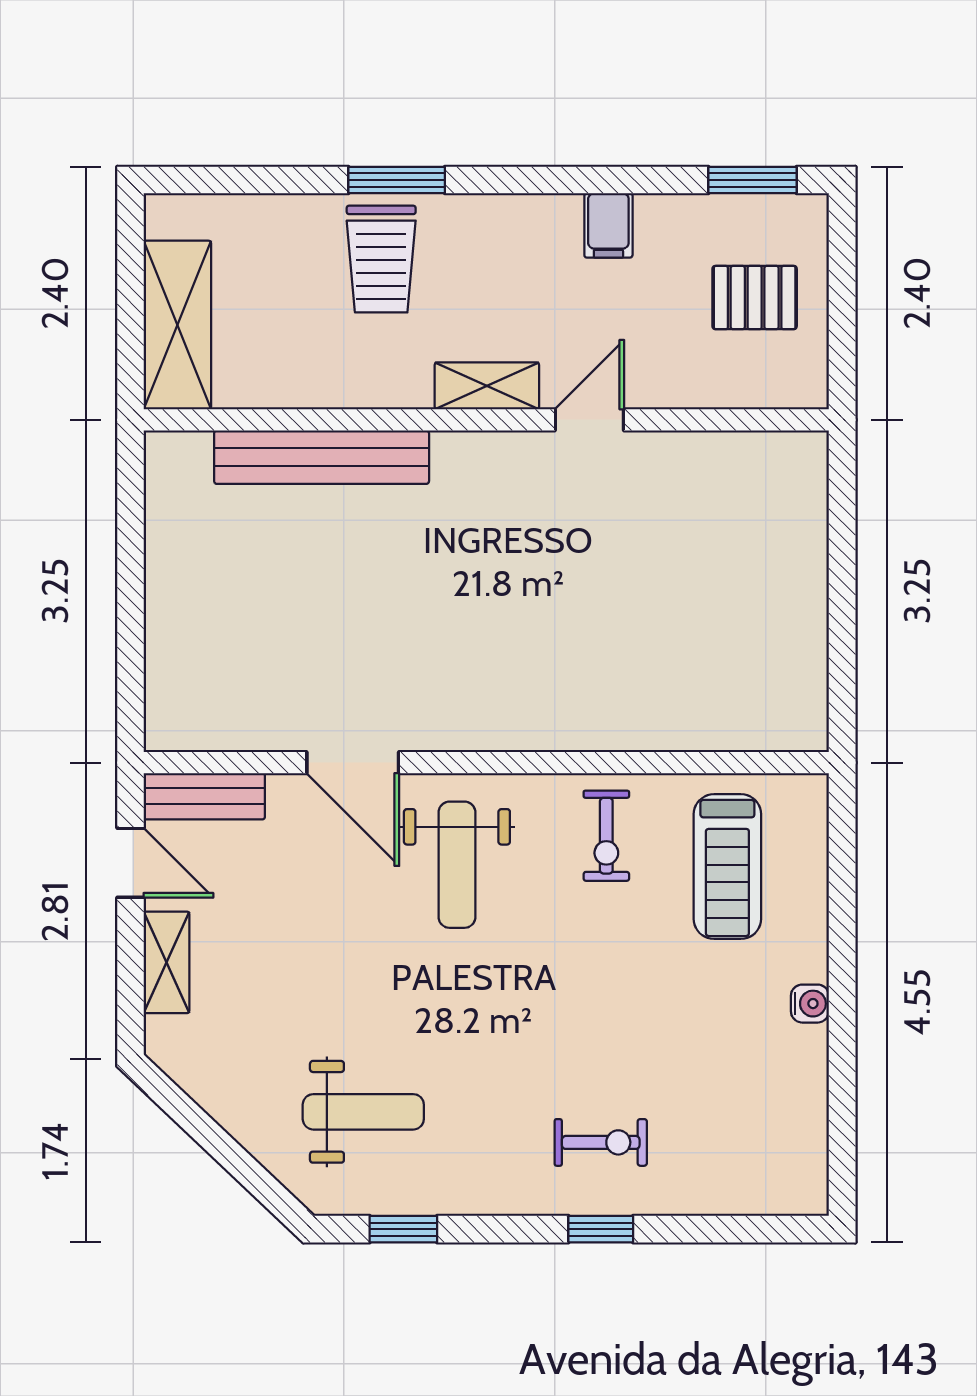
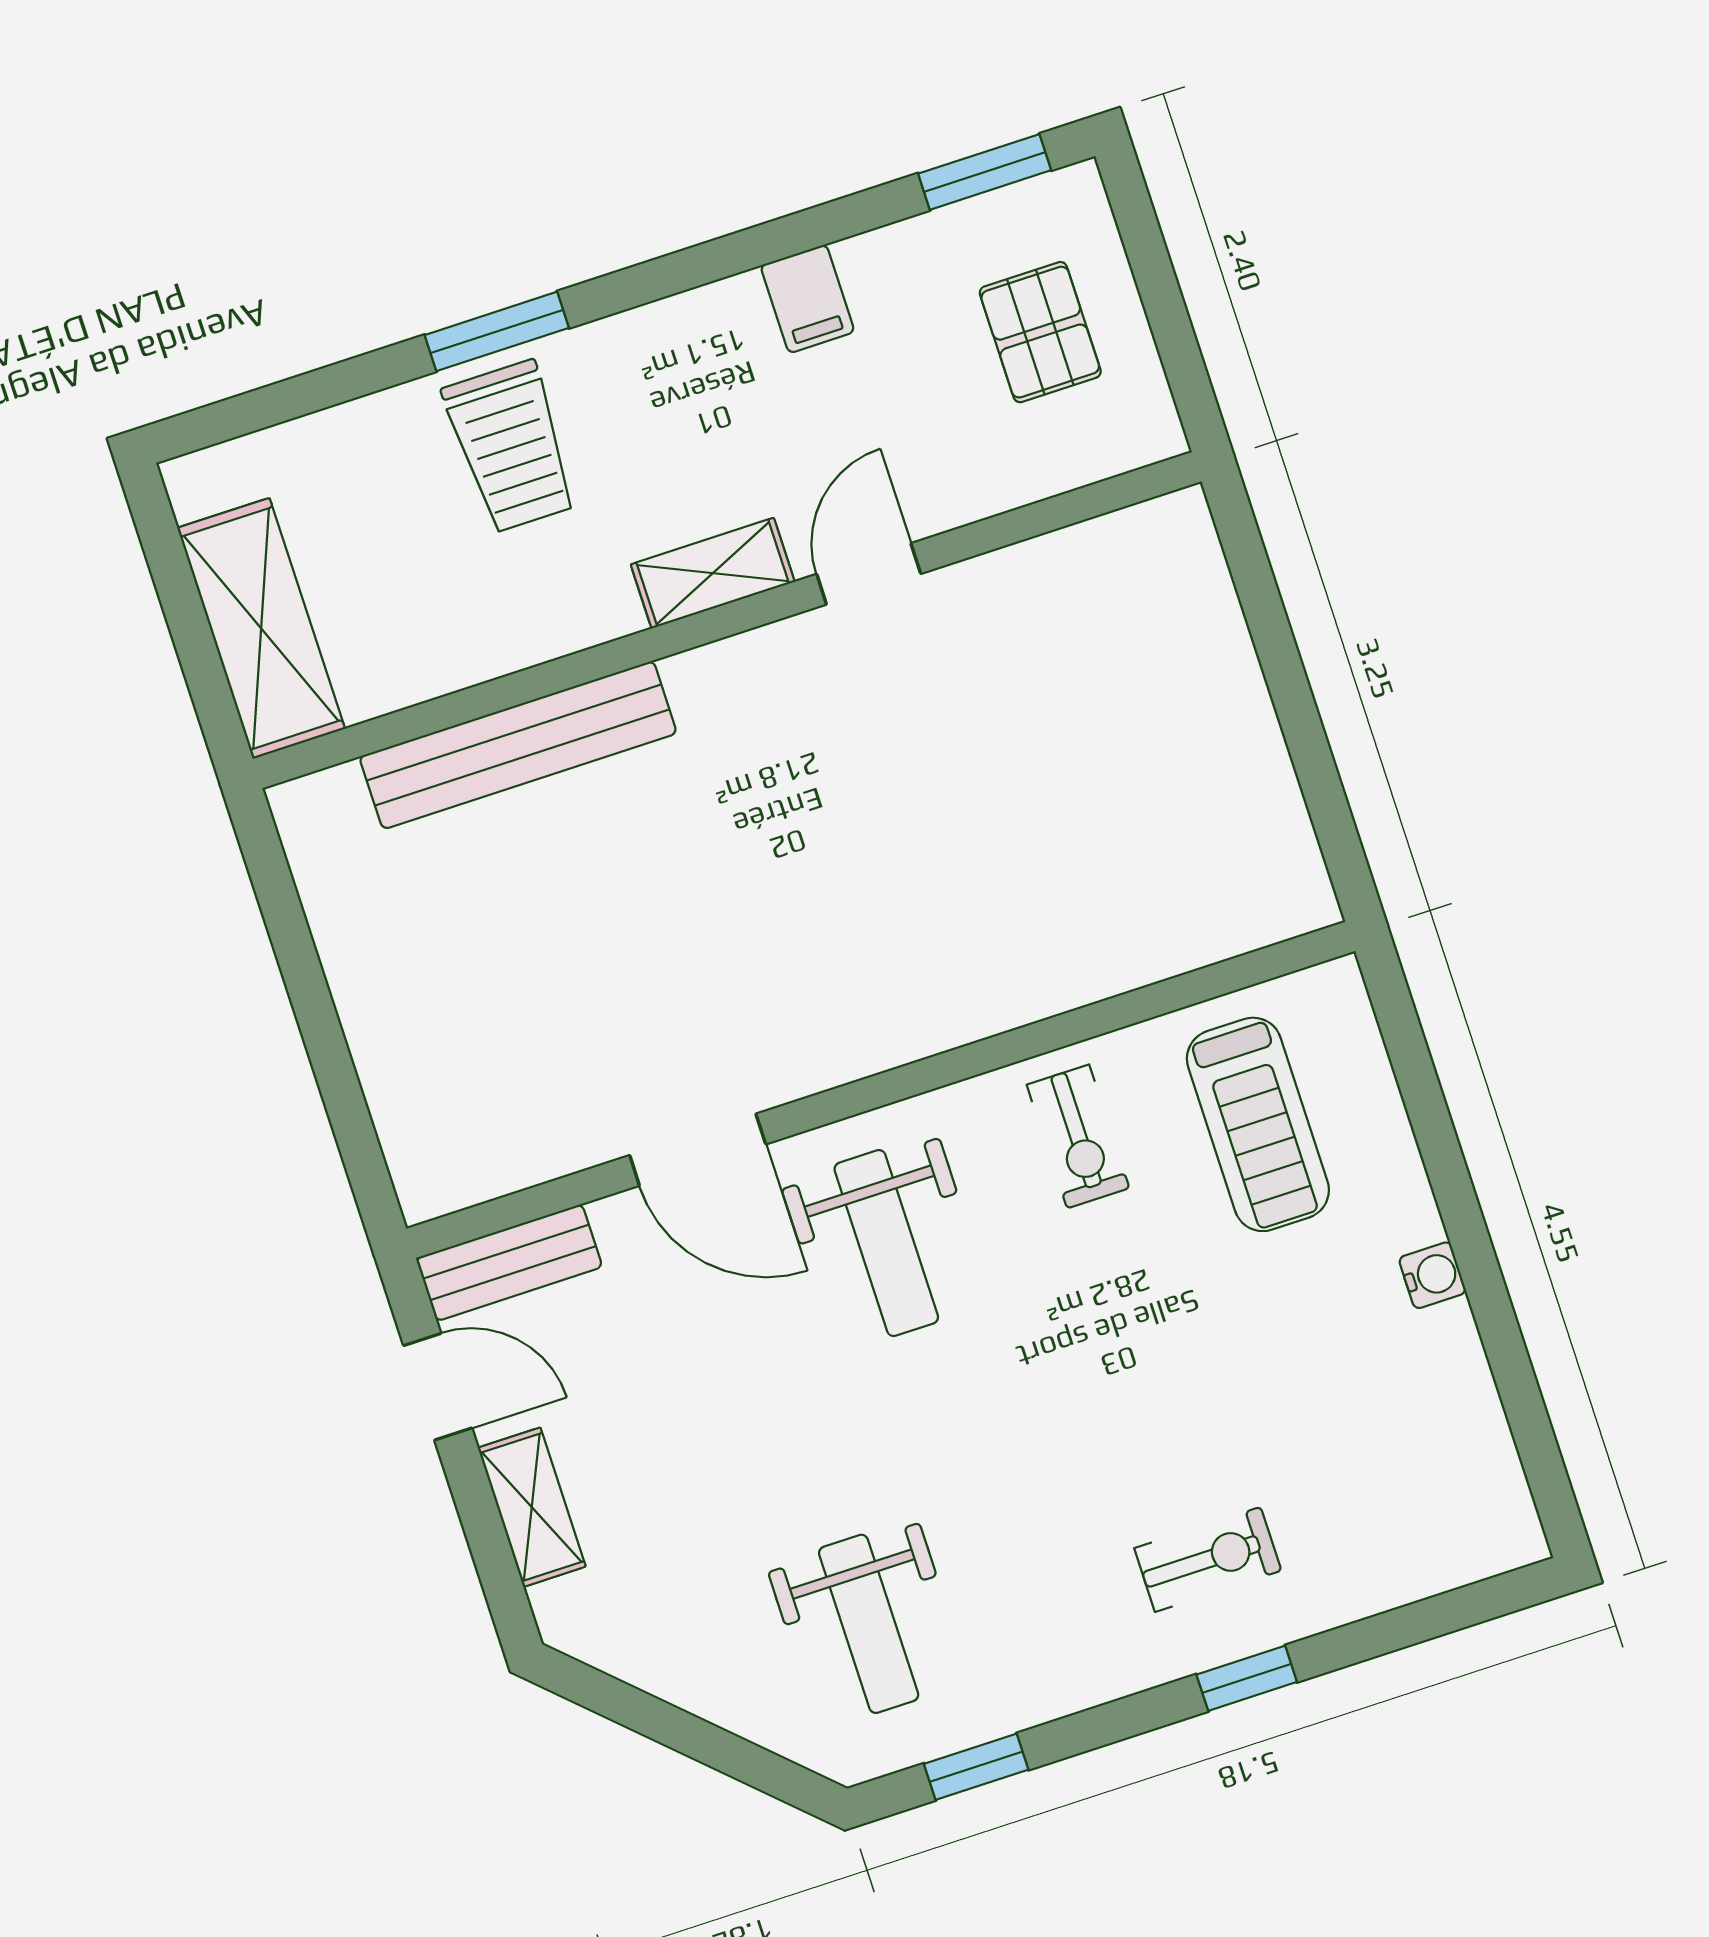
pallet: (755, 298) -> (1040, 332), turned 90
weight bench: (363, 1112) -> (869, 1624), turned 90

